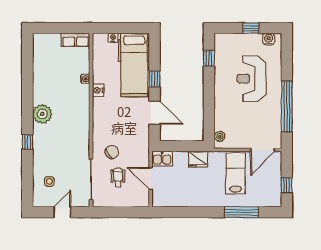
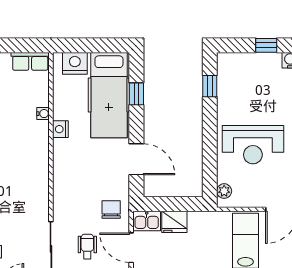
nightstand: (113, 38) -> (75, 63), width x1.89, depth x1.79
window: (154, 79) -> (136, 94), moved
reception desk: (252, 79) -> (253, 145), moved, turned -90
chair: (112, 152) -> (111, 210), moved, turned -53
fridge: (198, 159) -> (174, 222), moved

